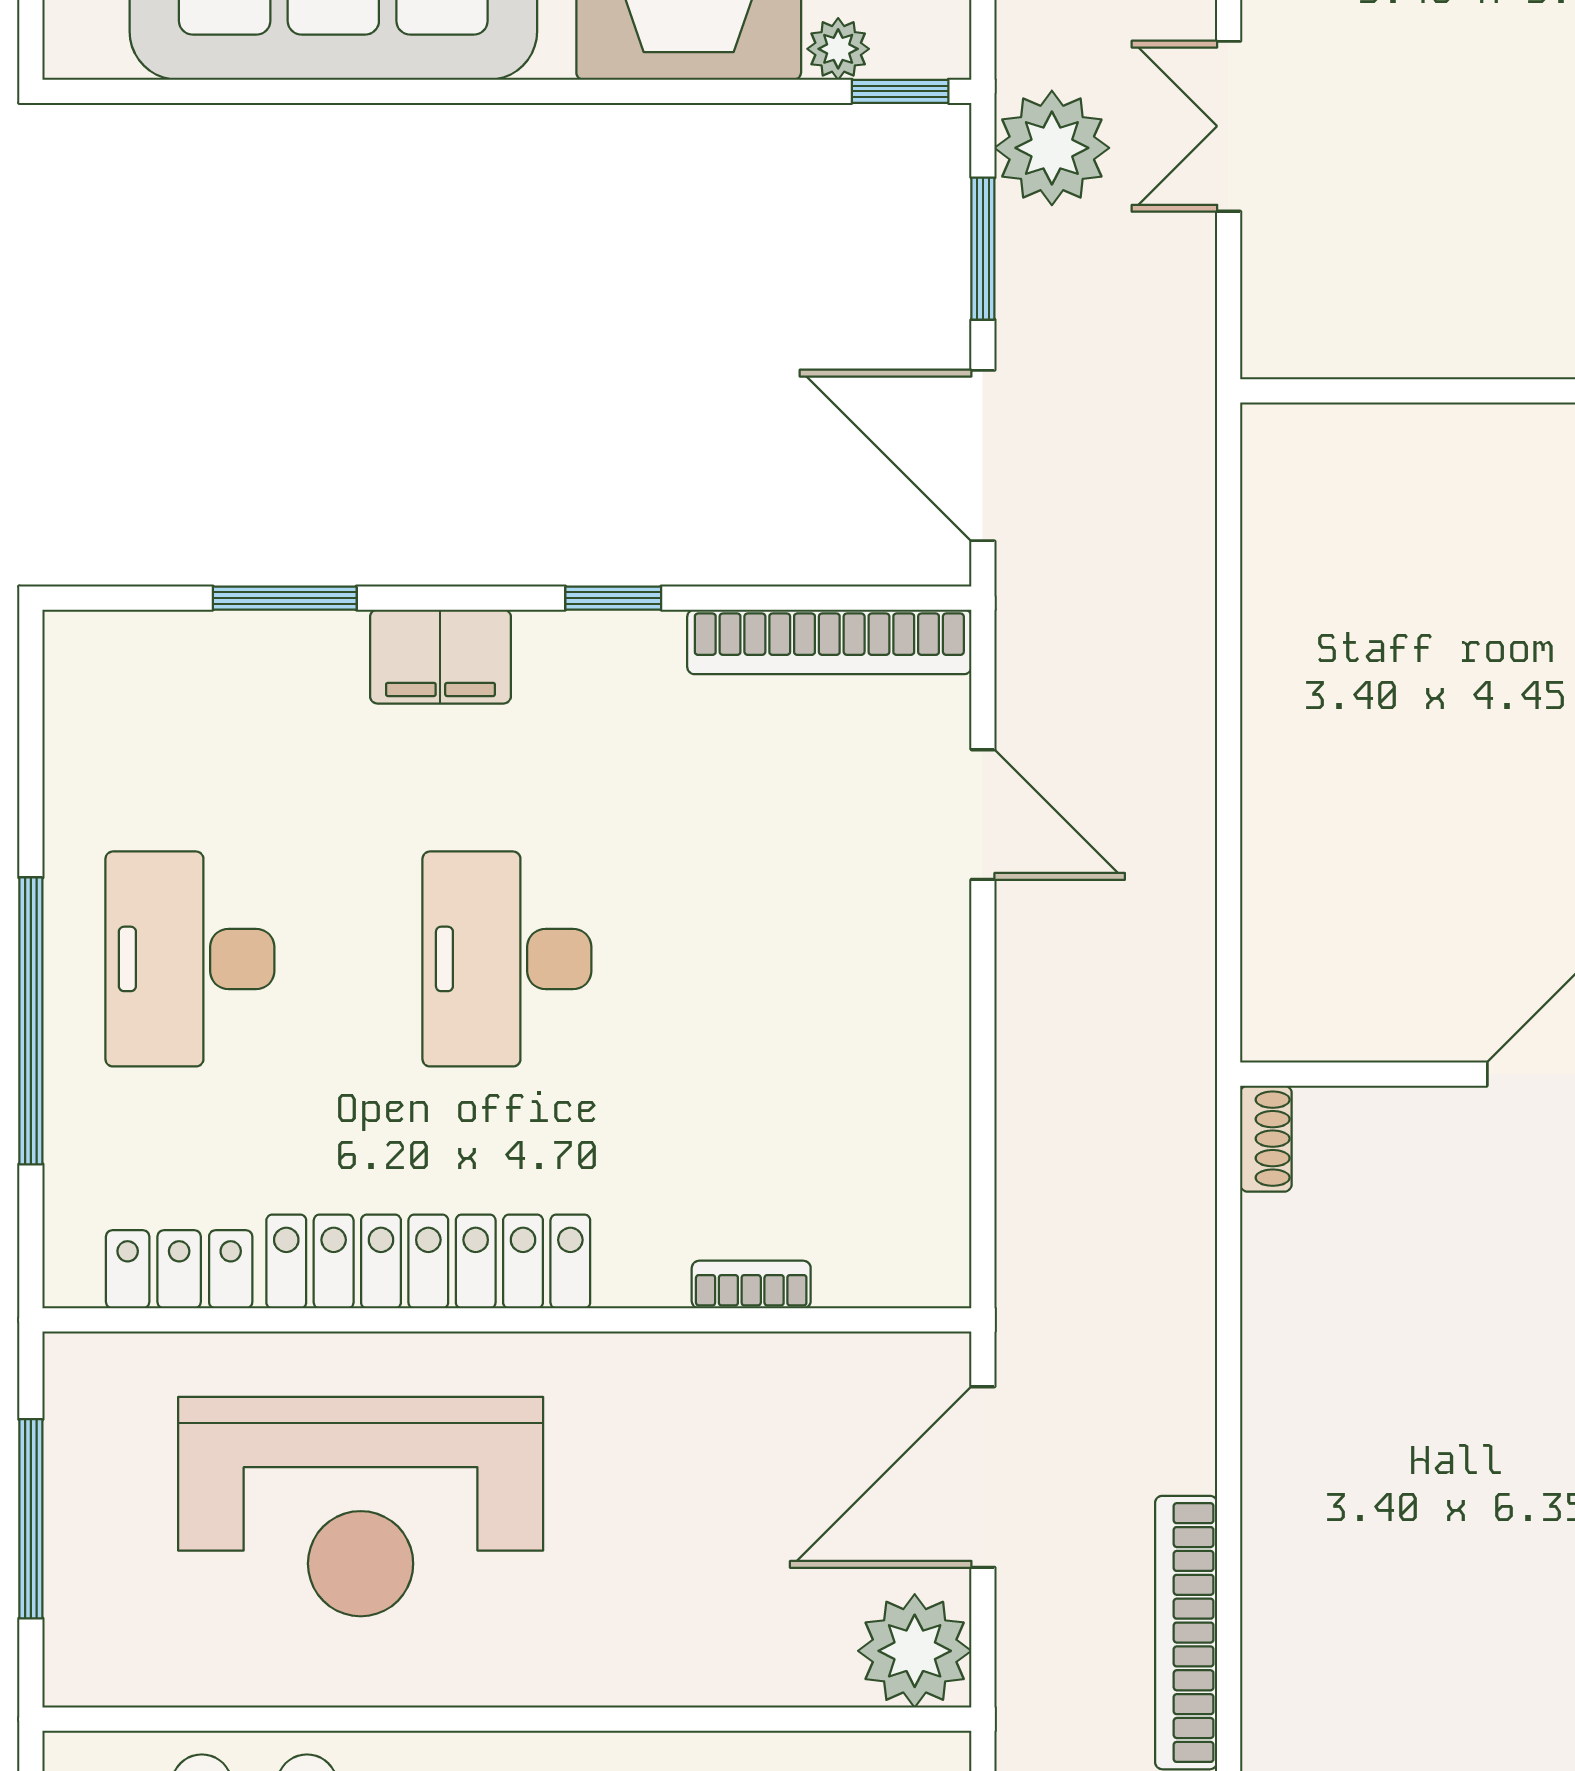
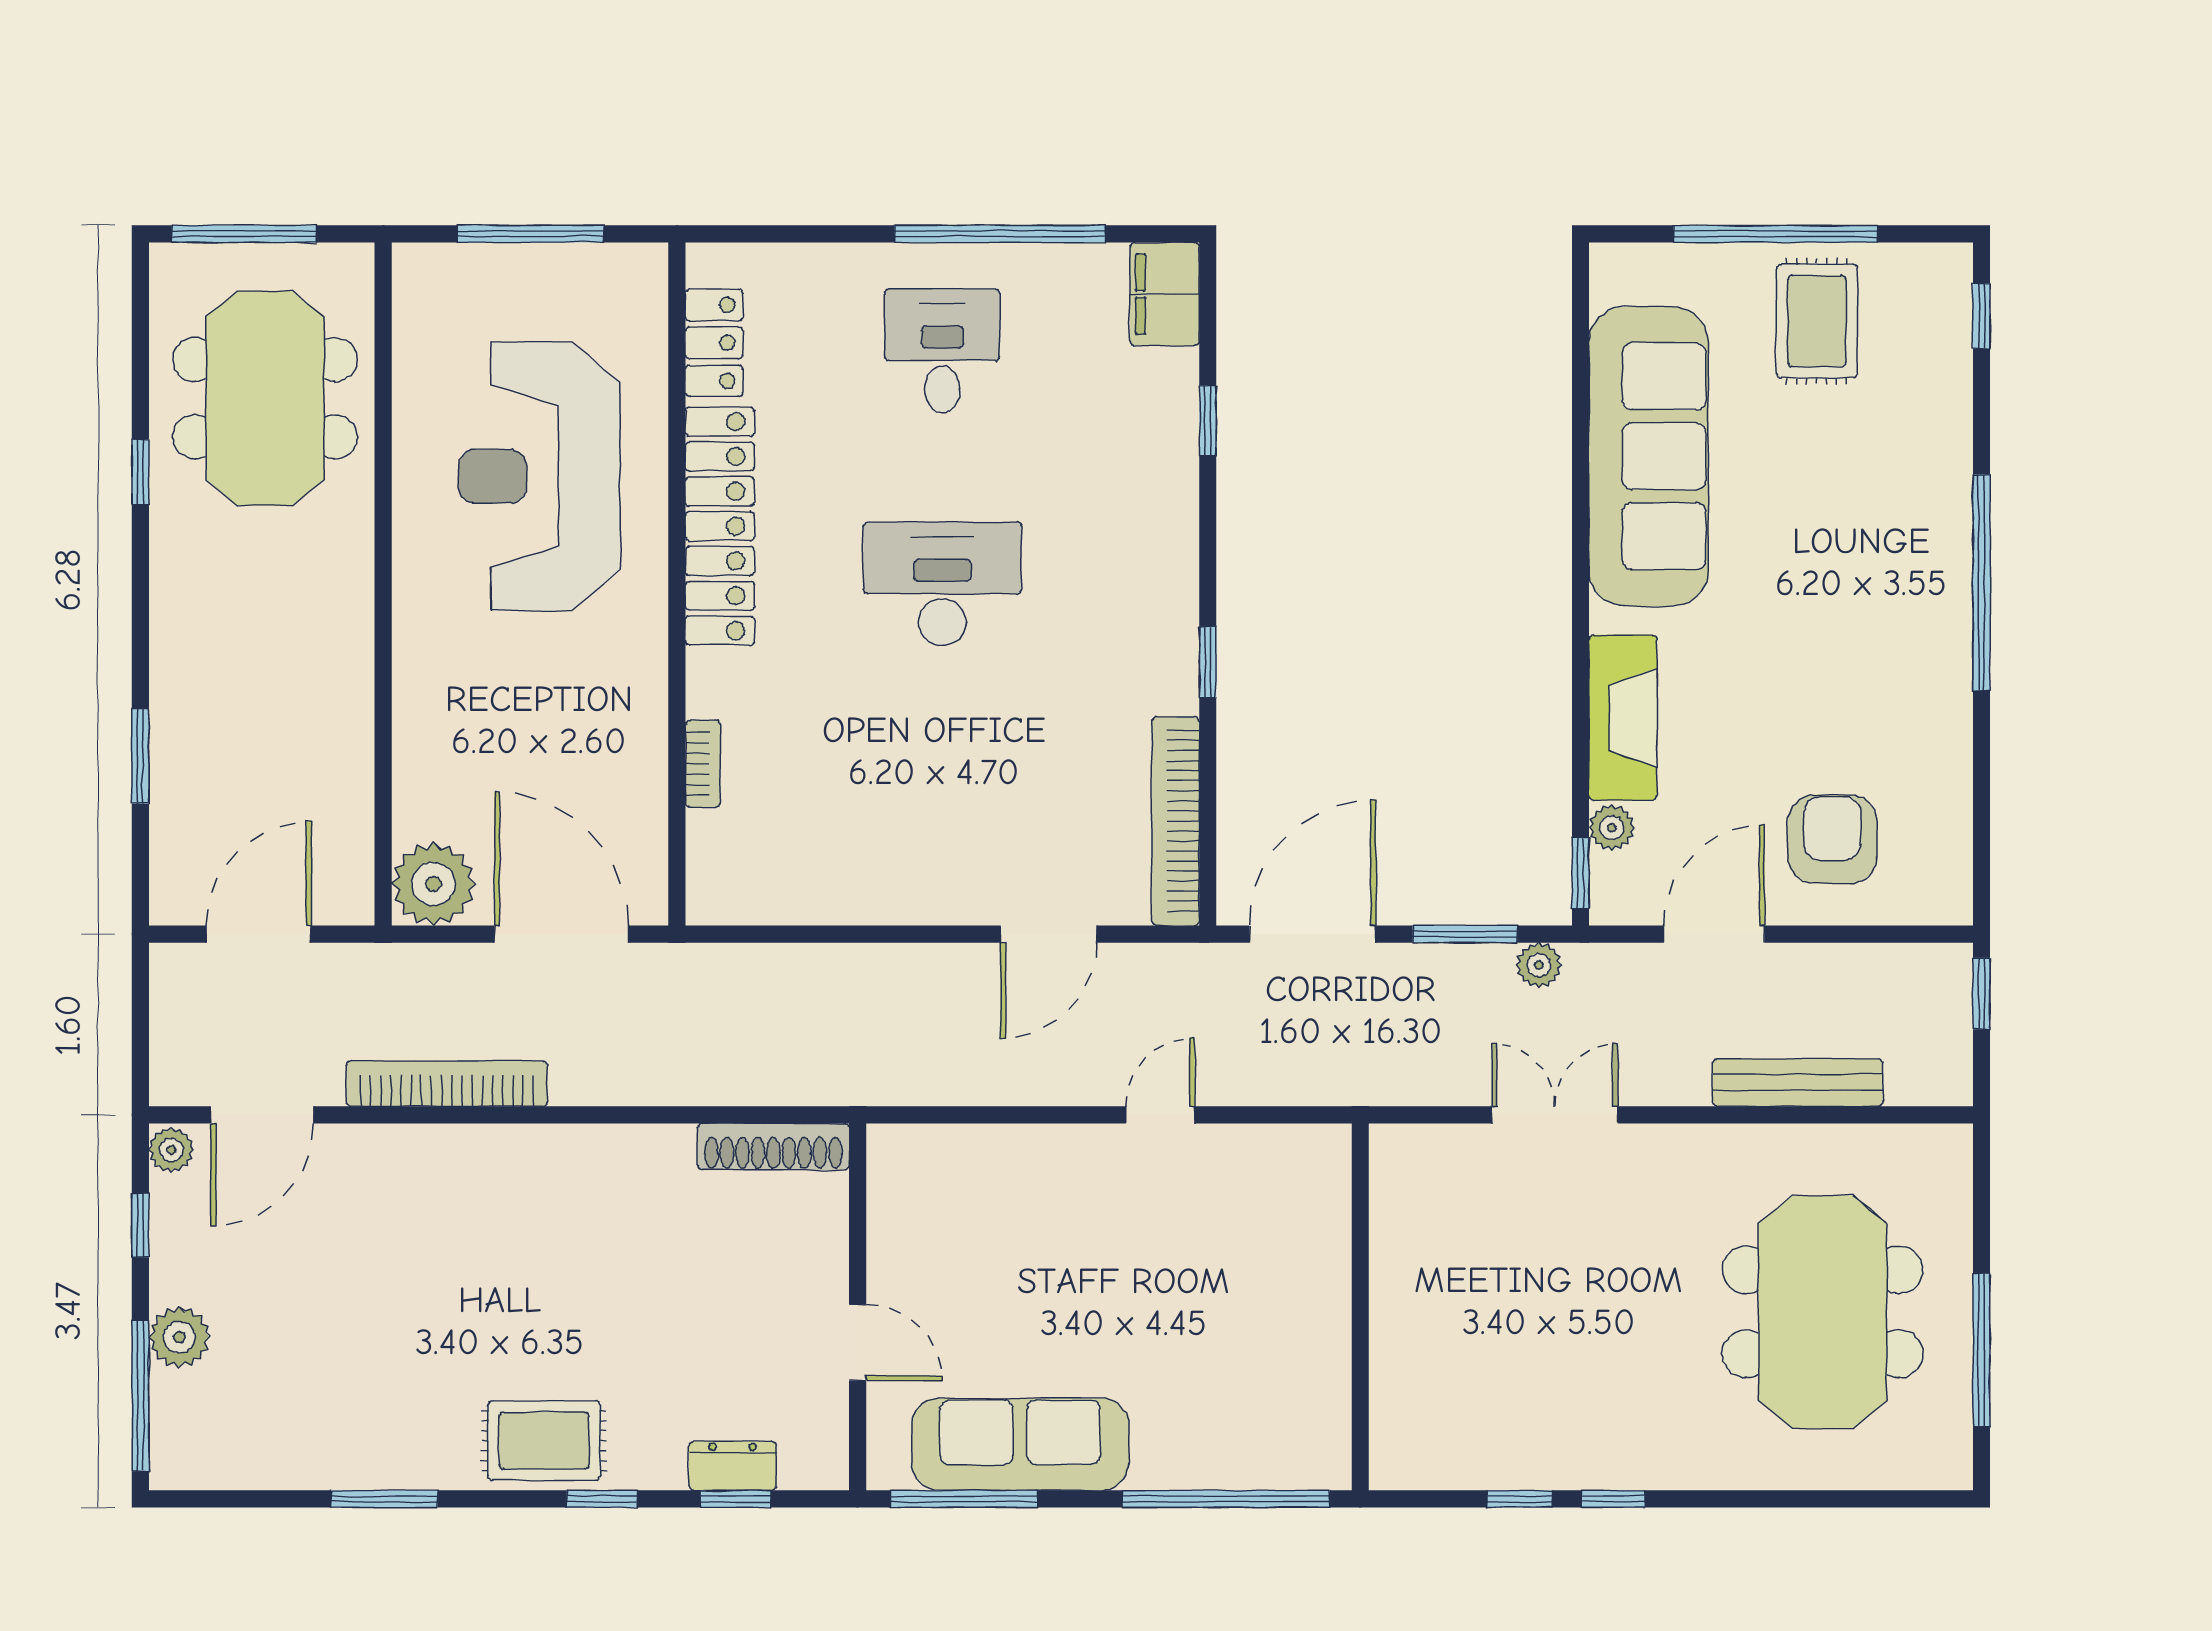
plant: (1052, 148) -> (1539, 965), width x0.53, depth x0.53
window: (285, 598) -> (1208, 421), width x0.67
filing cabinet: (440, 657) -> (1165, 294), moved
door: (1229, 663) -> (1160, 1115), added
desk: (190, 959) -> (942, 351), width x0.73
window: (31, 1021) -> (1000, 234), moved
shoe rack: (1266, 1139) -> (773, 1147), width x1.94, depth x1.24

